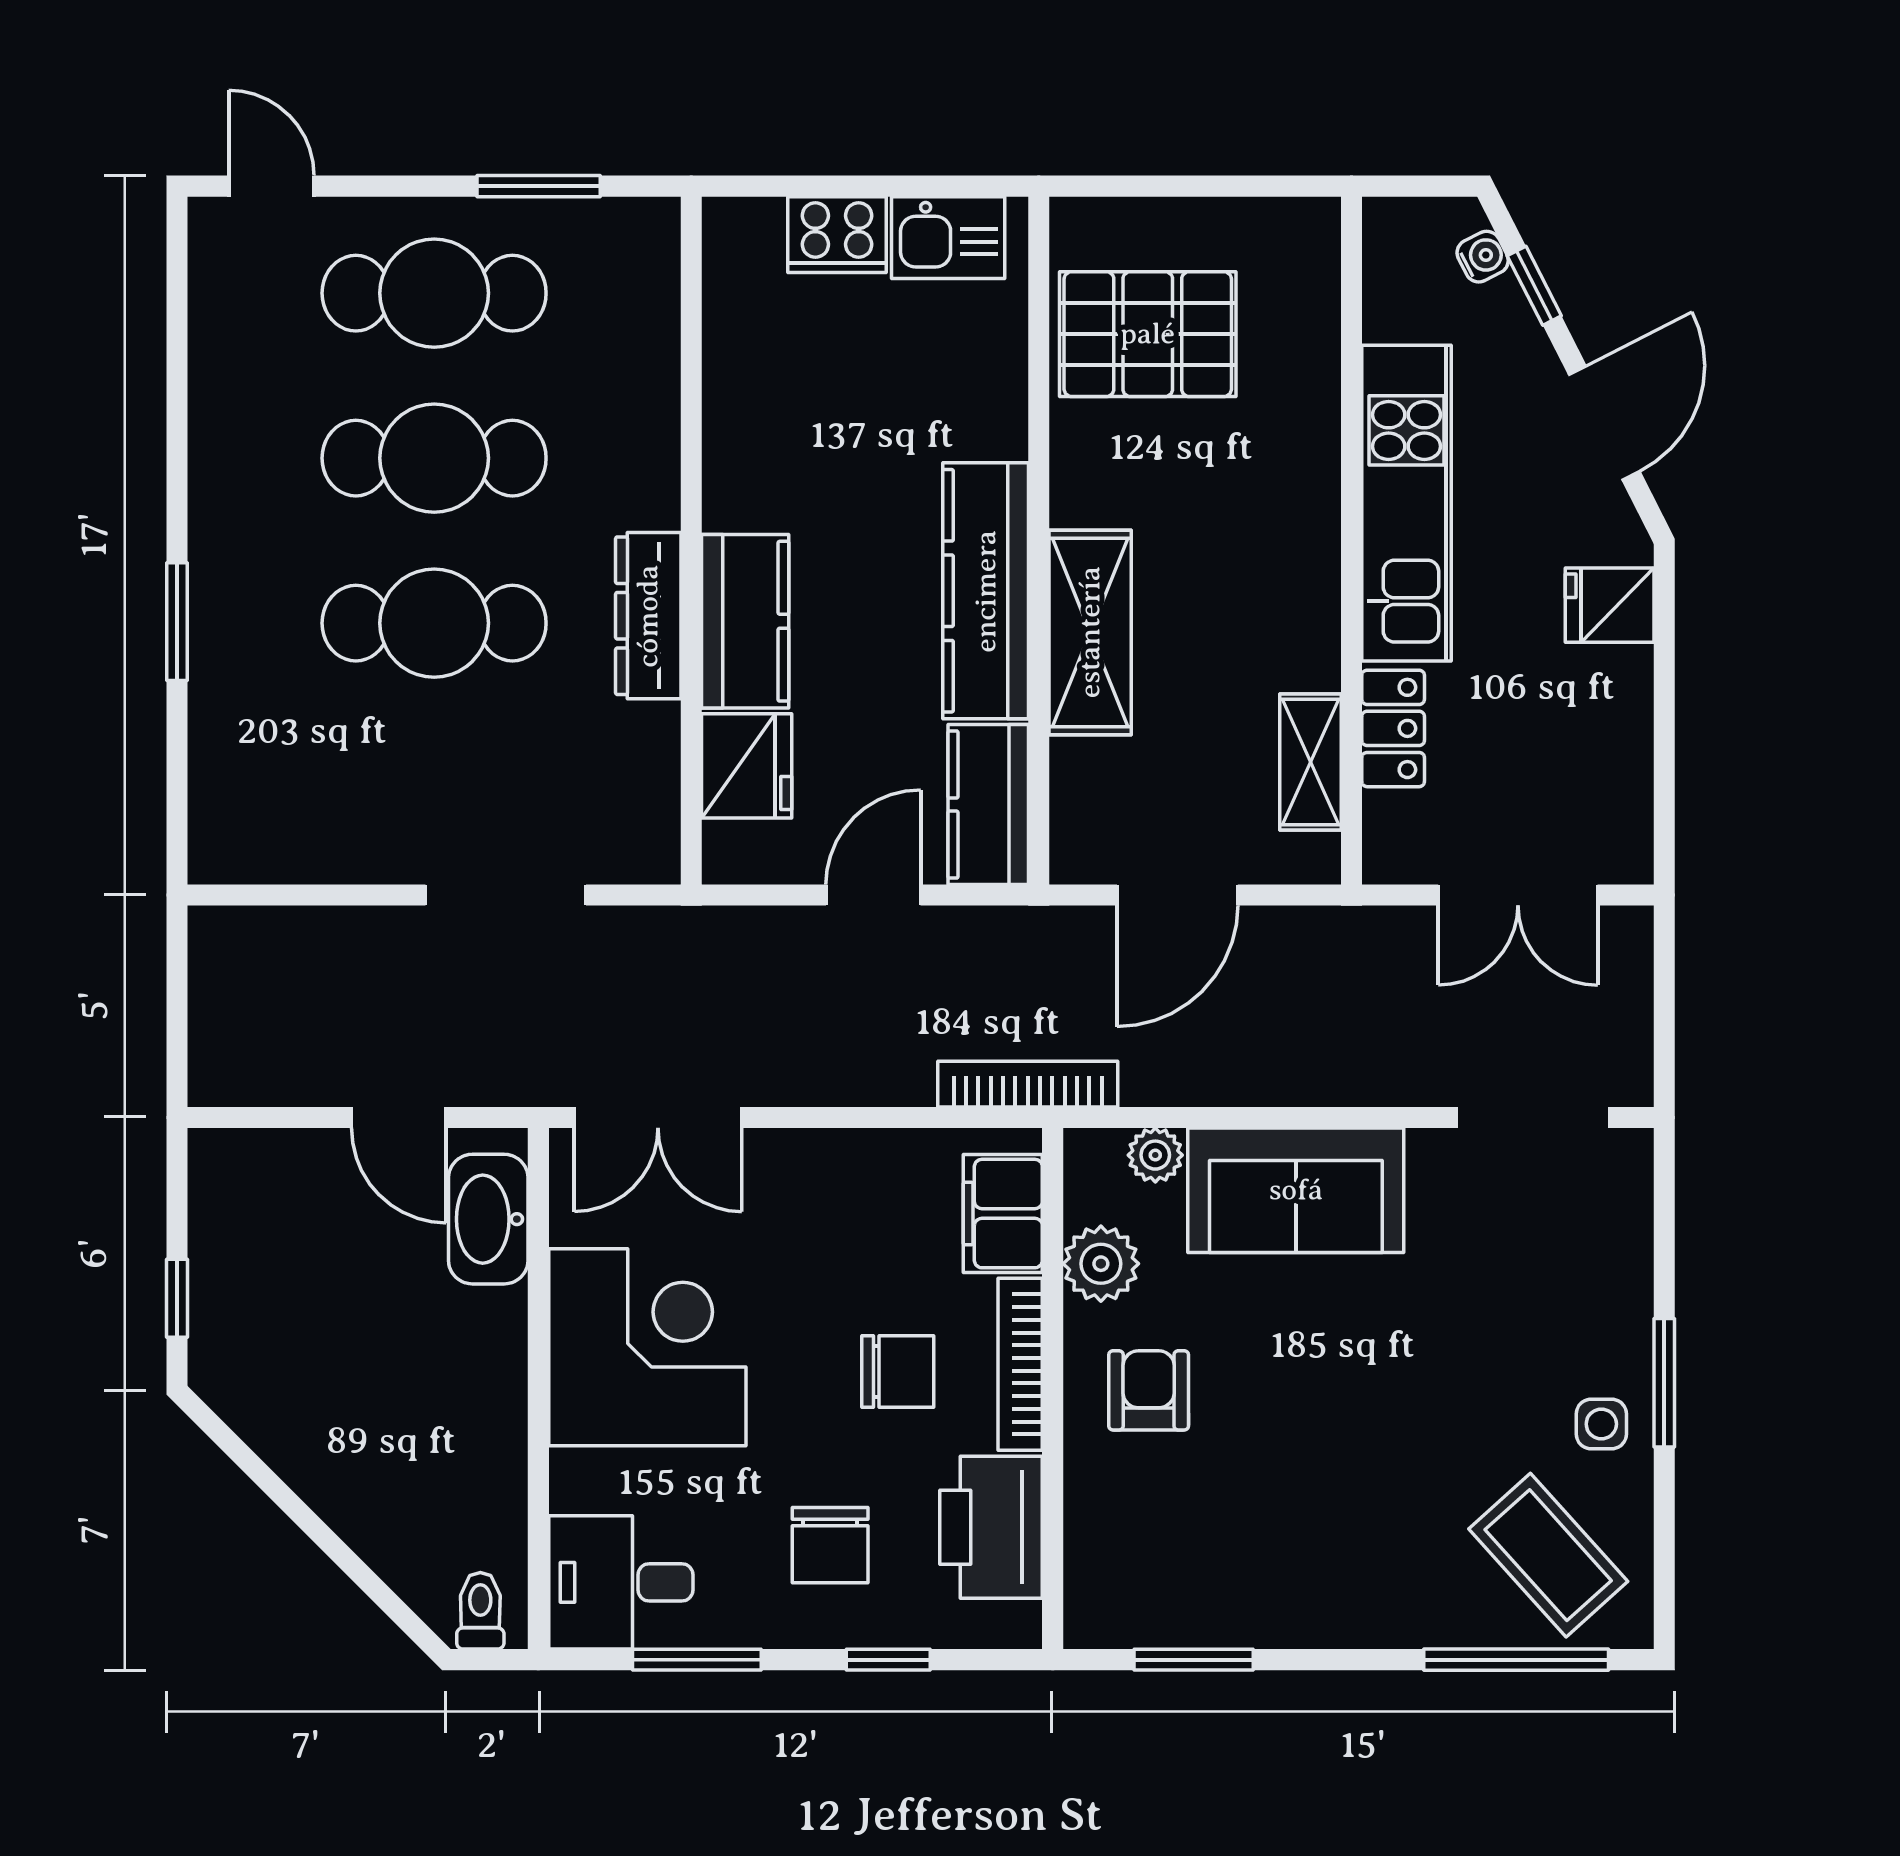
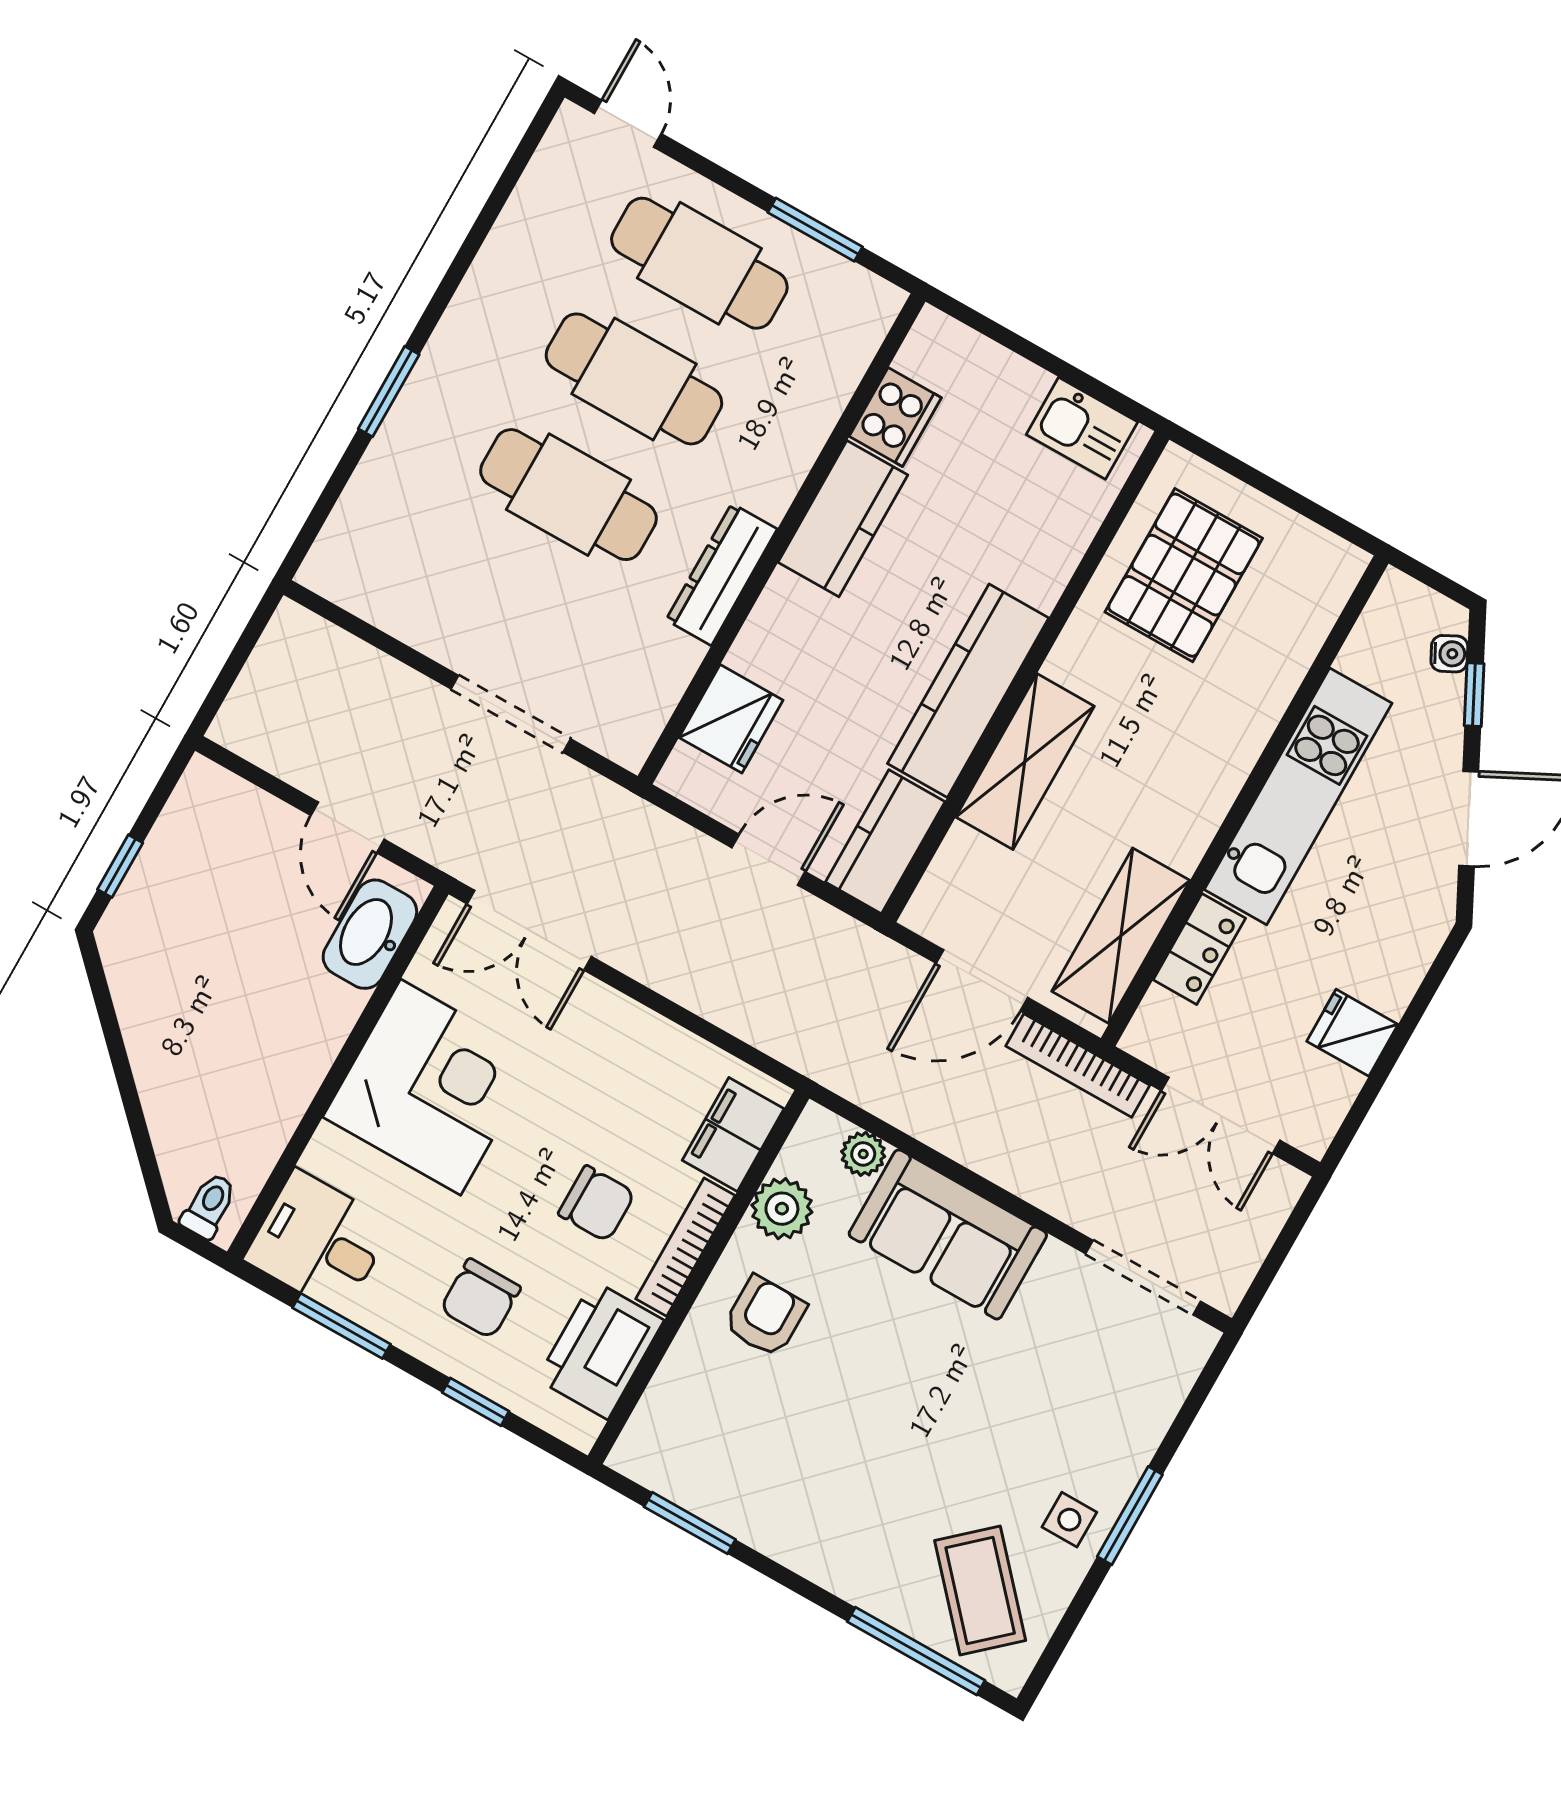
cooker: (837, 235) -> (895, 417), moved, turned -90
pallet: (1148, 334) -> (1184, 575), turned 90
fridge: (1610, 605) -> (1352, 1033), moved
kitchen counter: (745, 621) -> (843, 519), moved
shelving: (1310, 762) -> (1121, 936), width x1.50, depth x1.33
bookcase: (1028, 1084) -> (1078, 1066), moved, turned 180

